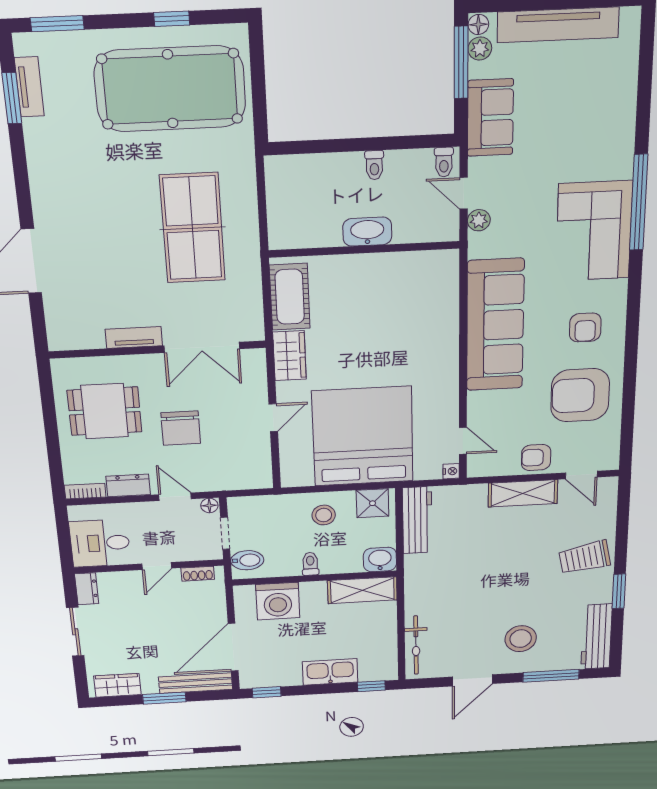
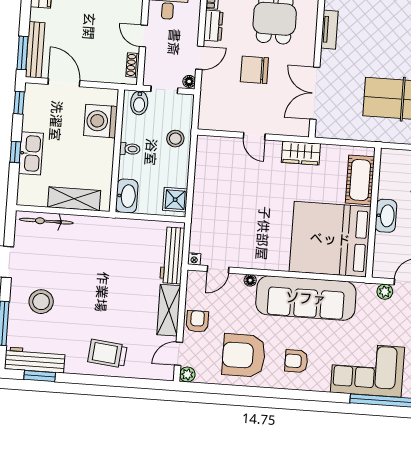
cot: (290, 297) -> (360, 180), moved, turned 90
tv unit: (134, 338) -> (330, 30), moved
armchair: (580, 395) -> (244, 355), turned -90
floor lamp: (475, 399) -> (250, 280), added
bed: (363, 436) -> (330, 239), moved, turned 180
plant: (609, 461) -> (187, 374), added
stool: (324, 515) -> (175, 139), moved
workbench: (417, 520) -> (172, 255), moved, turned 90
trolley: (585, 557) -> (107, 354), turned -73
washbasin: (380, 560) -> (127, 196), width x1.38
shelving: (362, 590) -> (74, 199), moved, turned 90
window: (619, 591) -> (40, 376), moved
door: (233, 647) -> (64, 83), width x0.73
window: (371, 686) -> (15, 152), moved
window: (164, 698) -> (23, 53), moved

